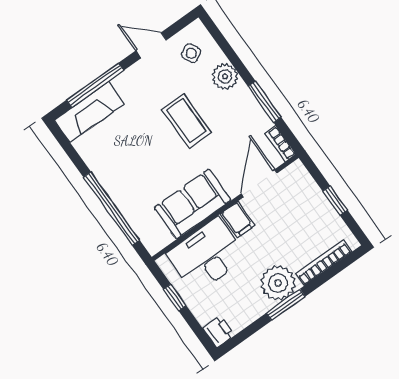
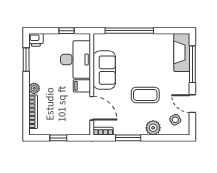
door: (151, 45) -> (192, 104), swing flipped
plant: (278, 283) -> (34, 88), width x0.53, depth x0.53
window: (286, 305) -> (26, 60), moved

